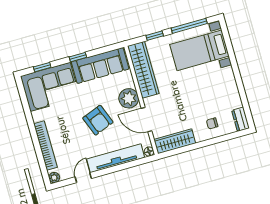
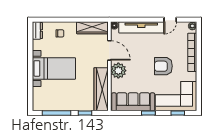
bed with nightstands: (199, 50) -> (54, 68), moved
armchair: (98, 120) -> (163, 66), moved, turned -69

